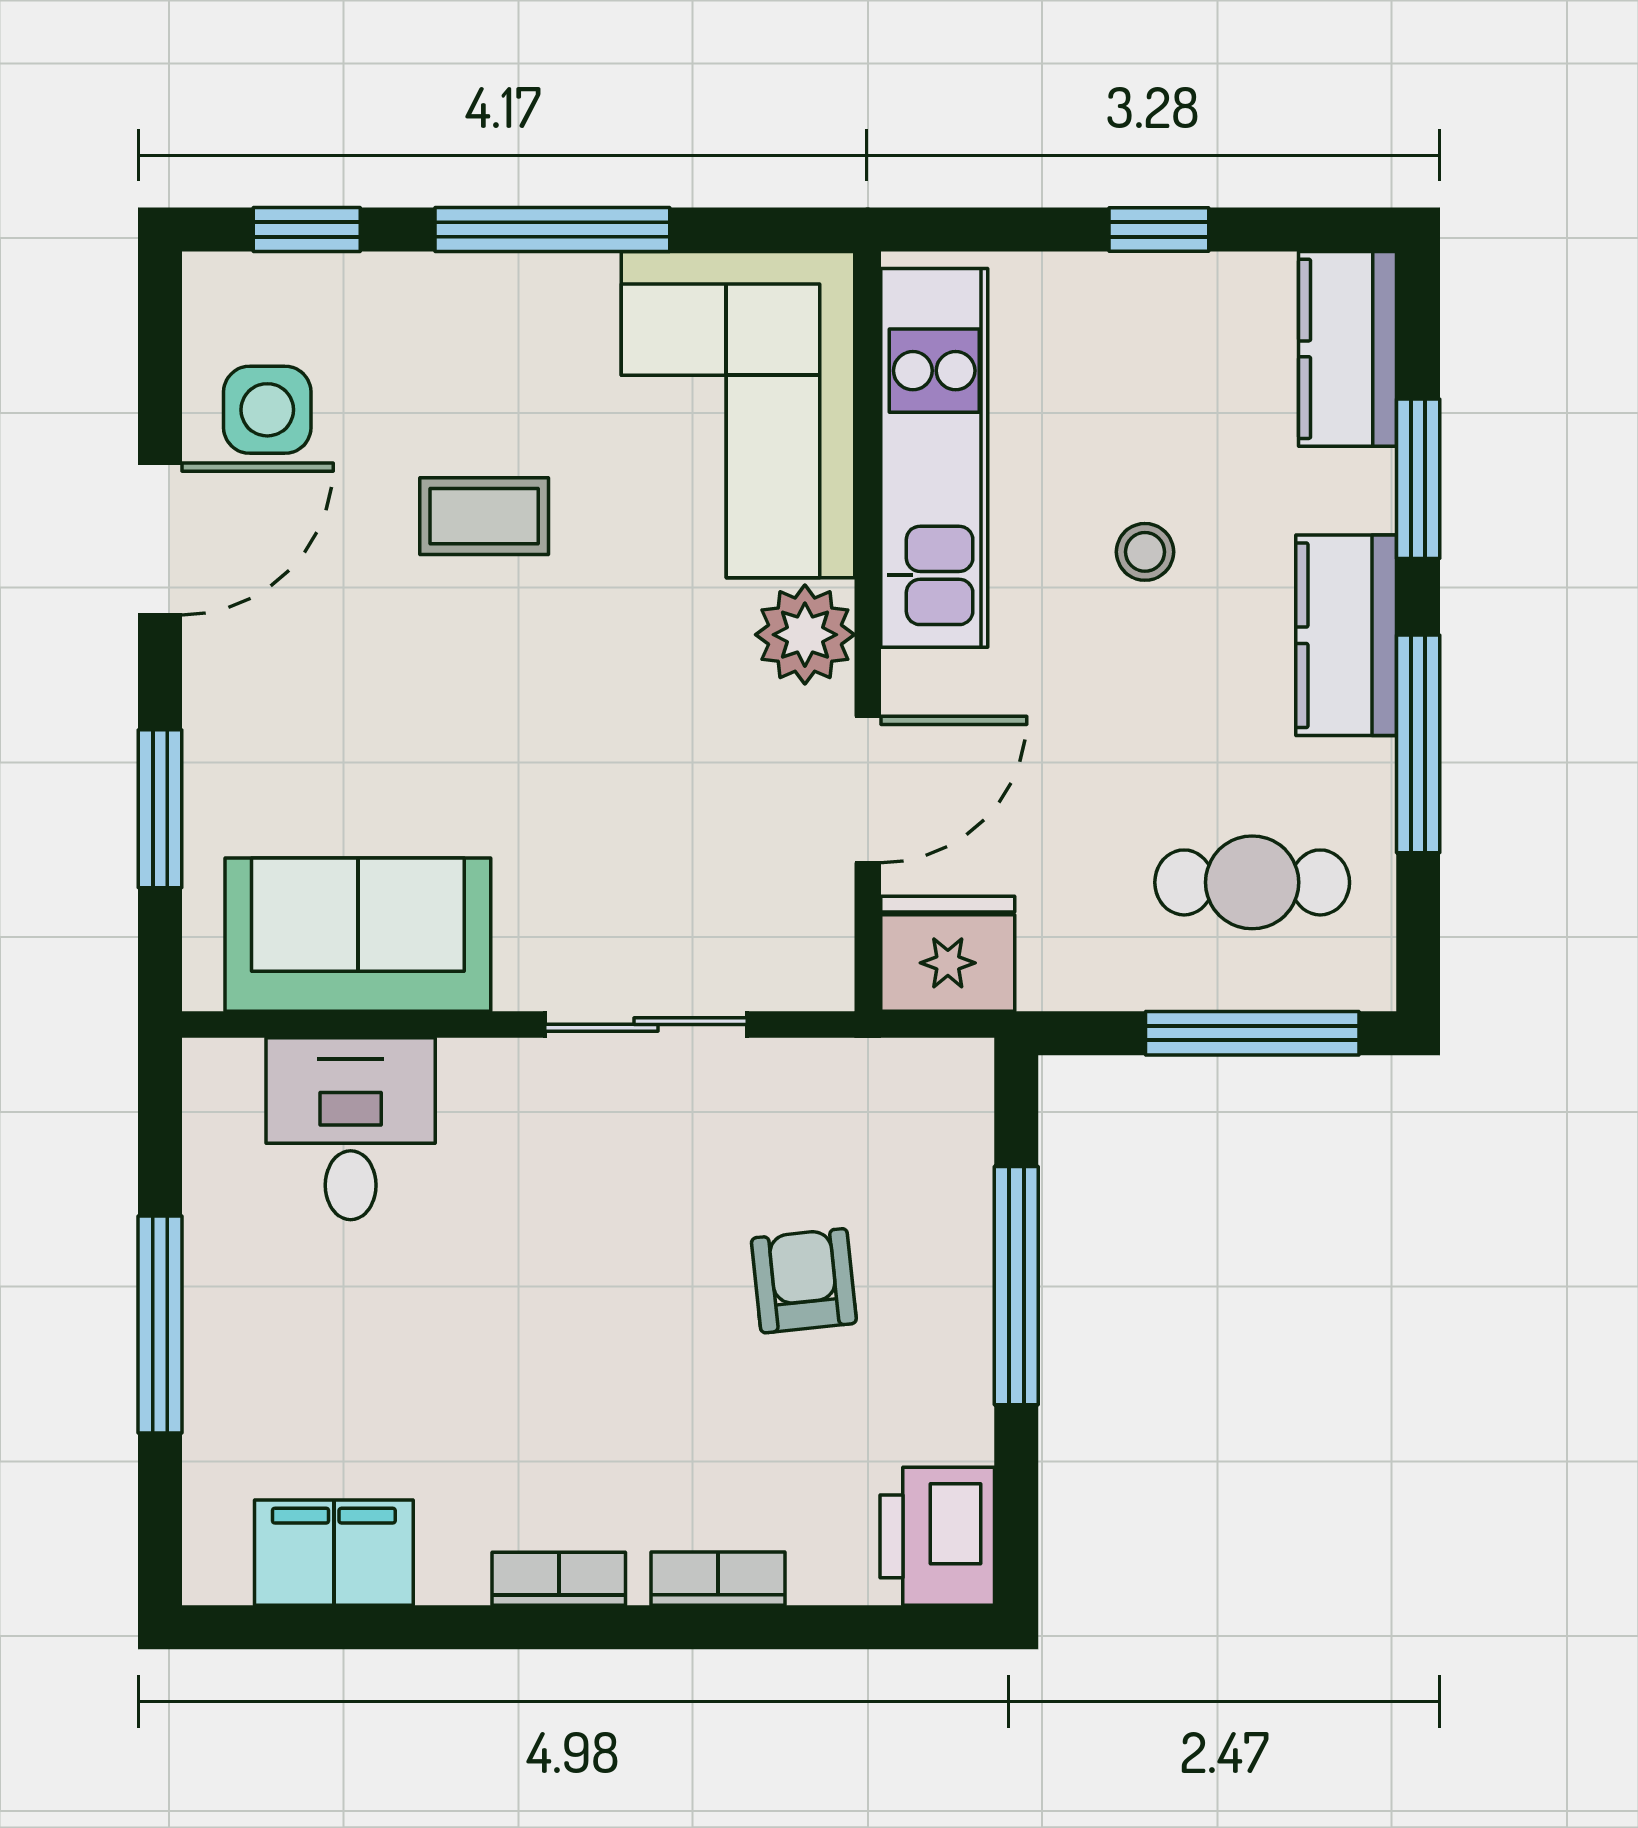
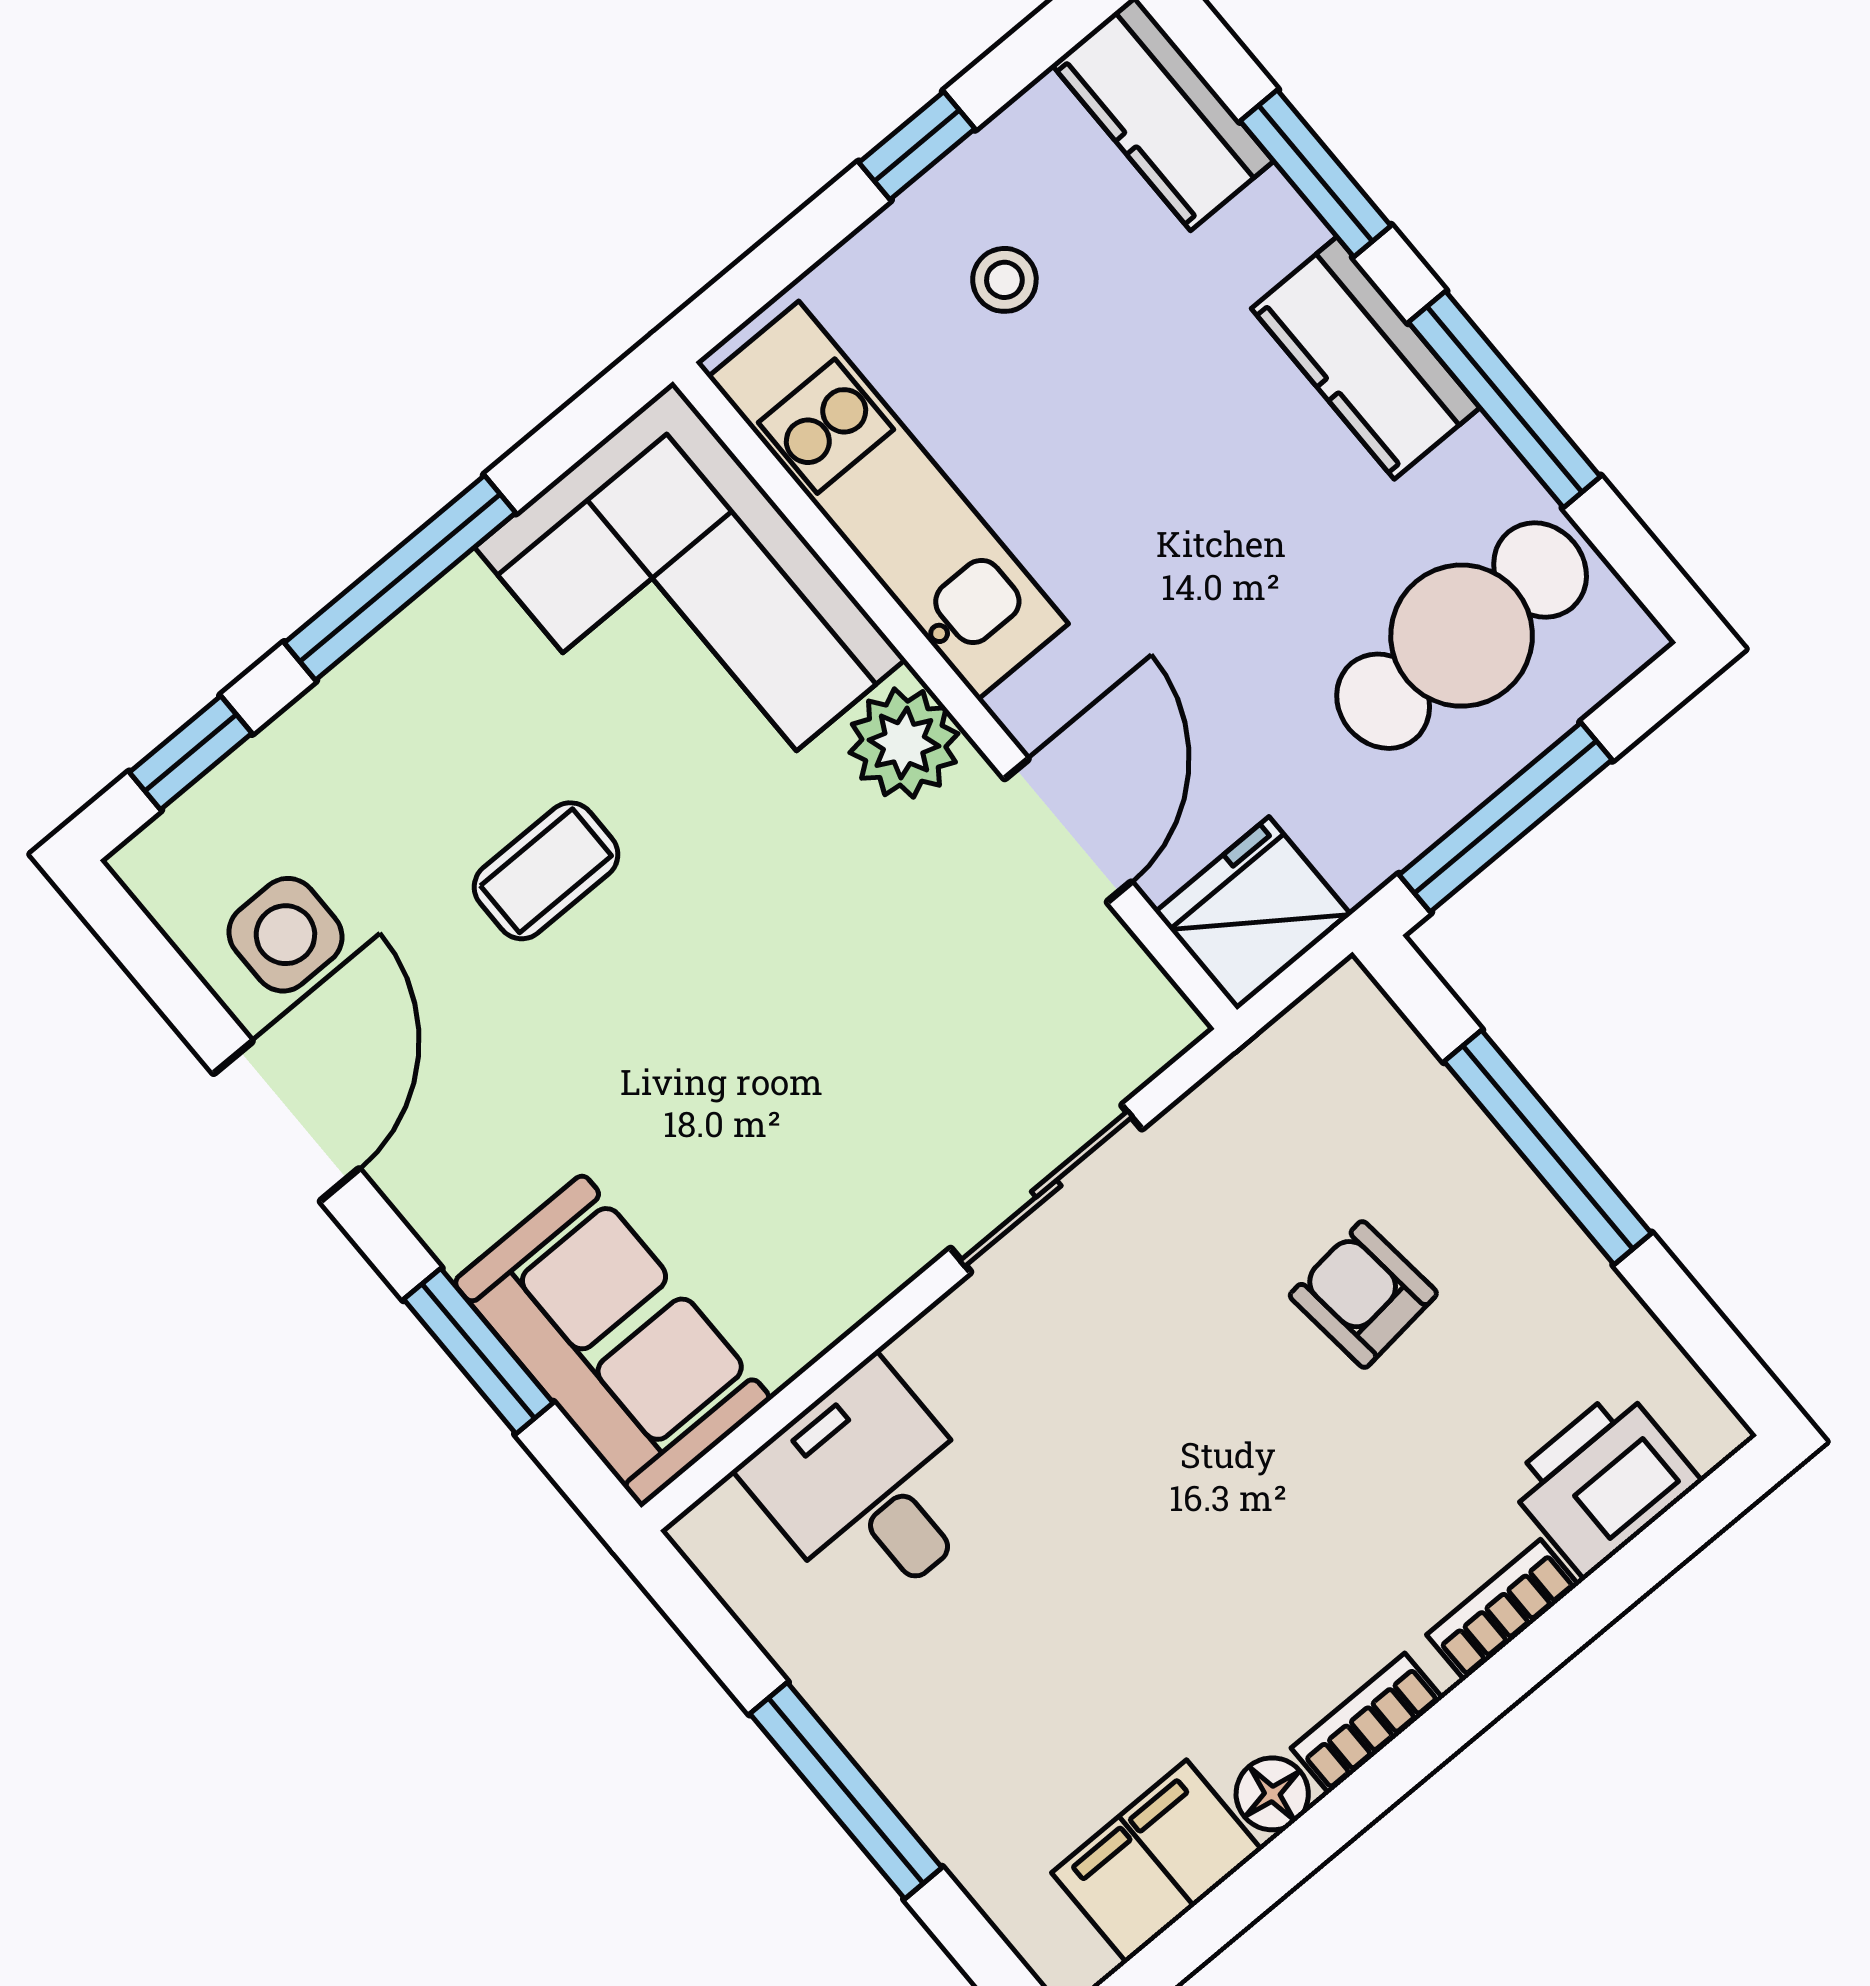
stool: (1145, 552) -> (1004, 280), moved
cafe table: (1252, 882) -> (1462, 636), width x1.37, depth x1.35
sofa: (358, 935) -> (612, 1340), moved, turned 90
window: (1252, 1033) -> (1506, 817), moved
printer: (937, 1536) -> (1603, 1482), moved, turned 90
floor lamp: (453, 1573) -> (1272, 1794), added

